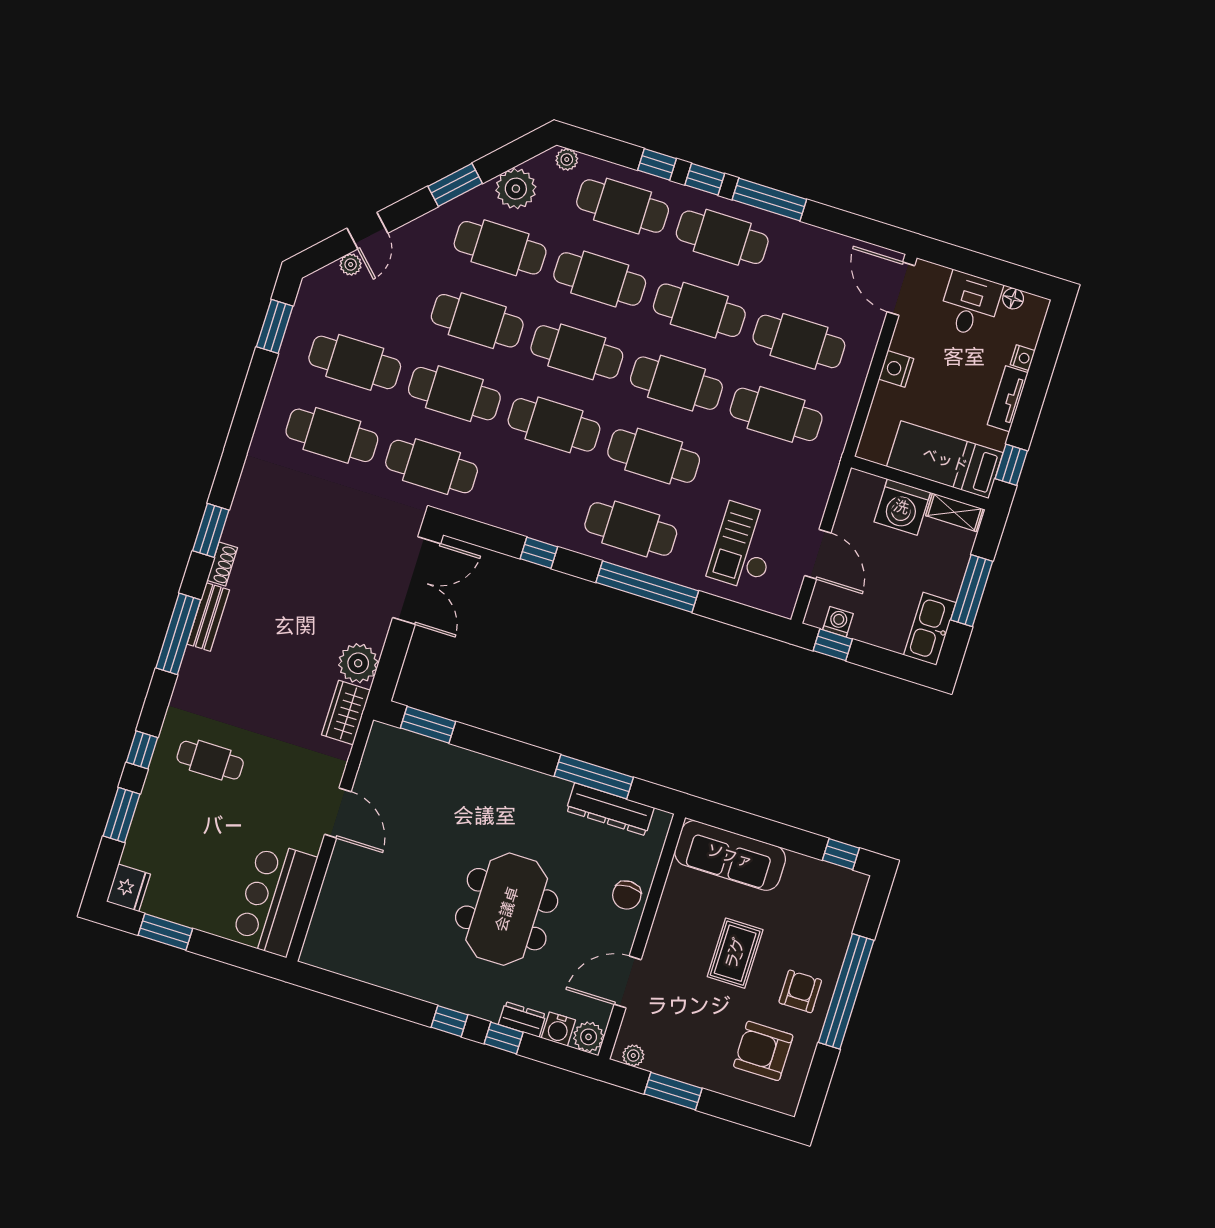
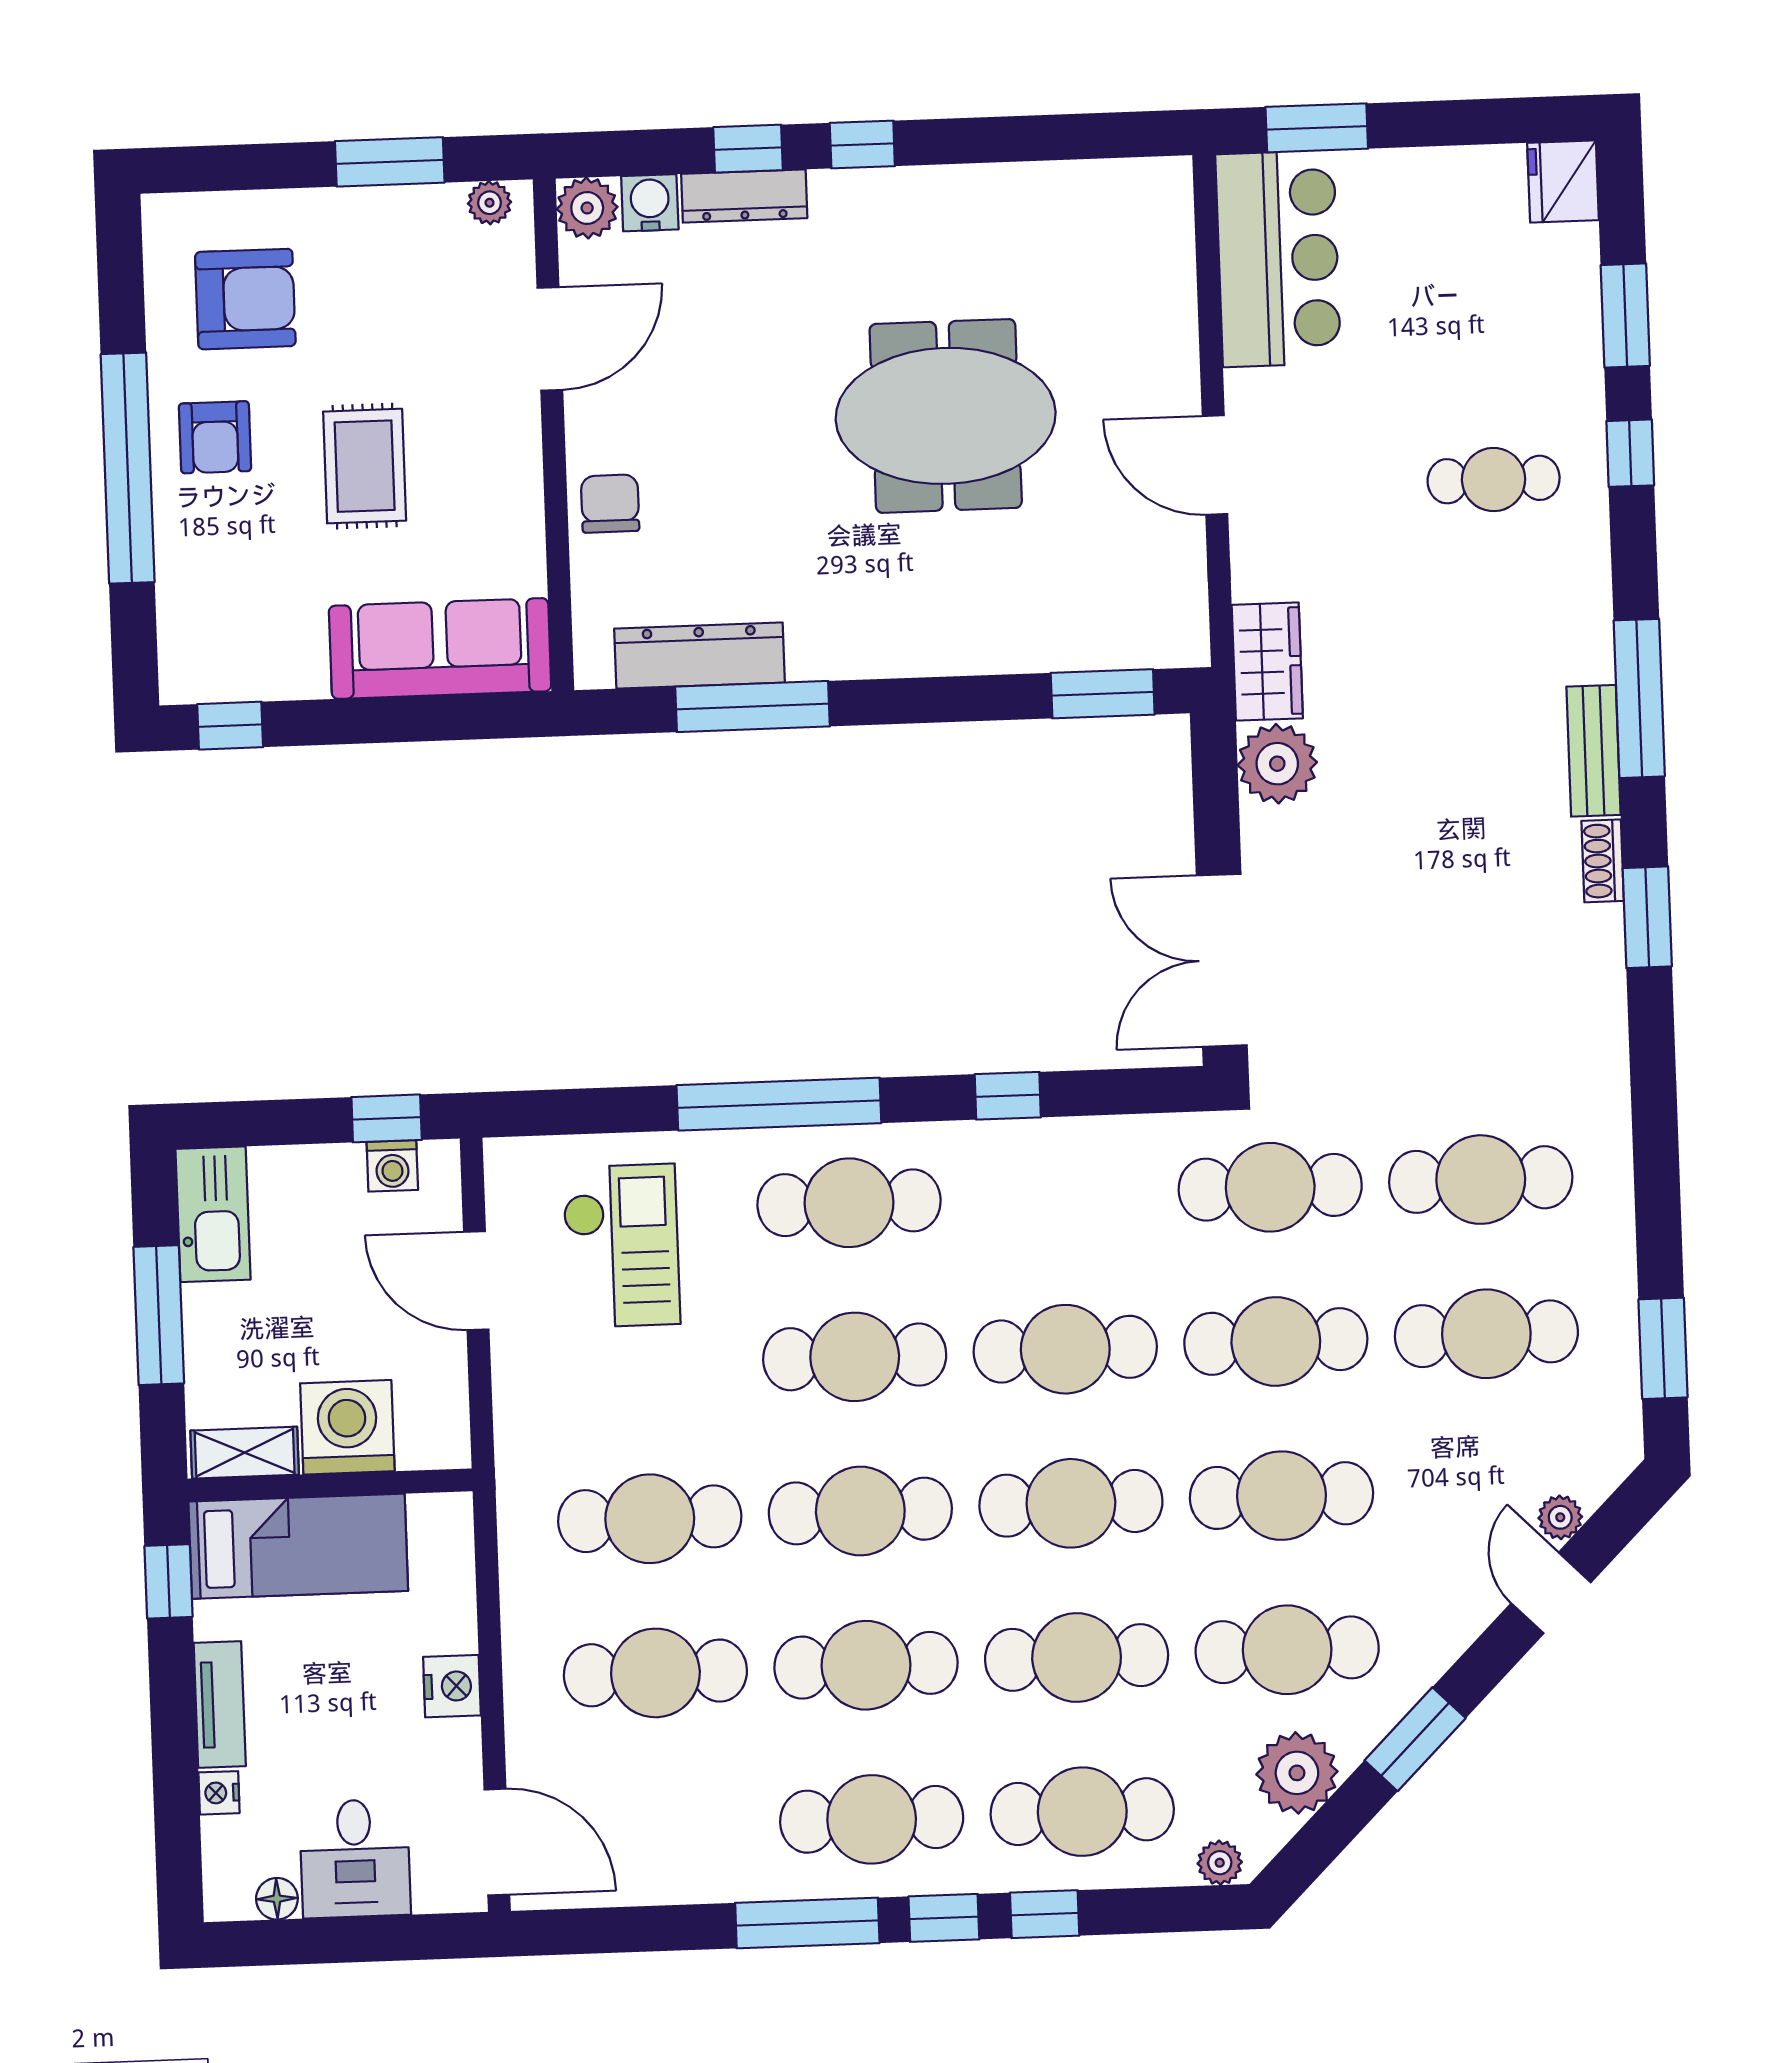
meeting table: (507, 909) -> (946, 416), moved, turned 90
window: (165, 932) -> (1317, 128), moved
dresser: (522, 1019) -> (744, 196), width x1.44

